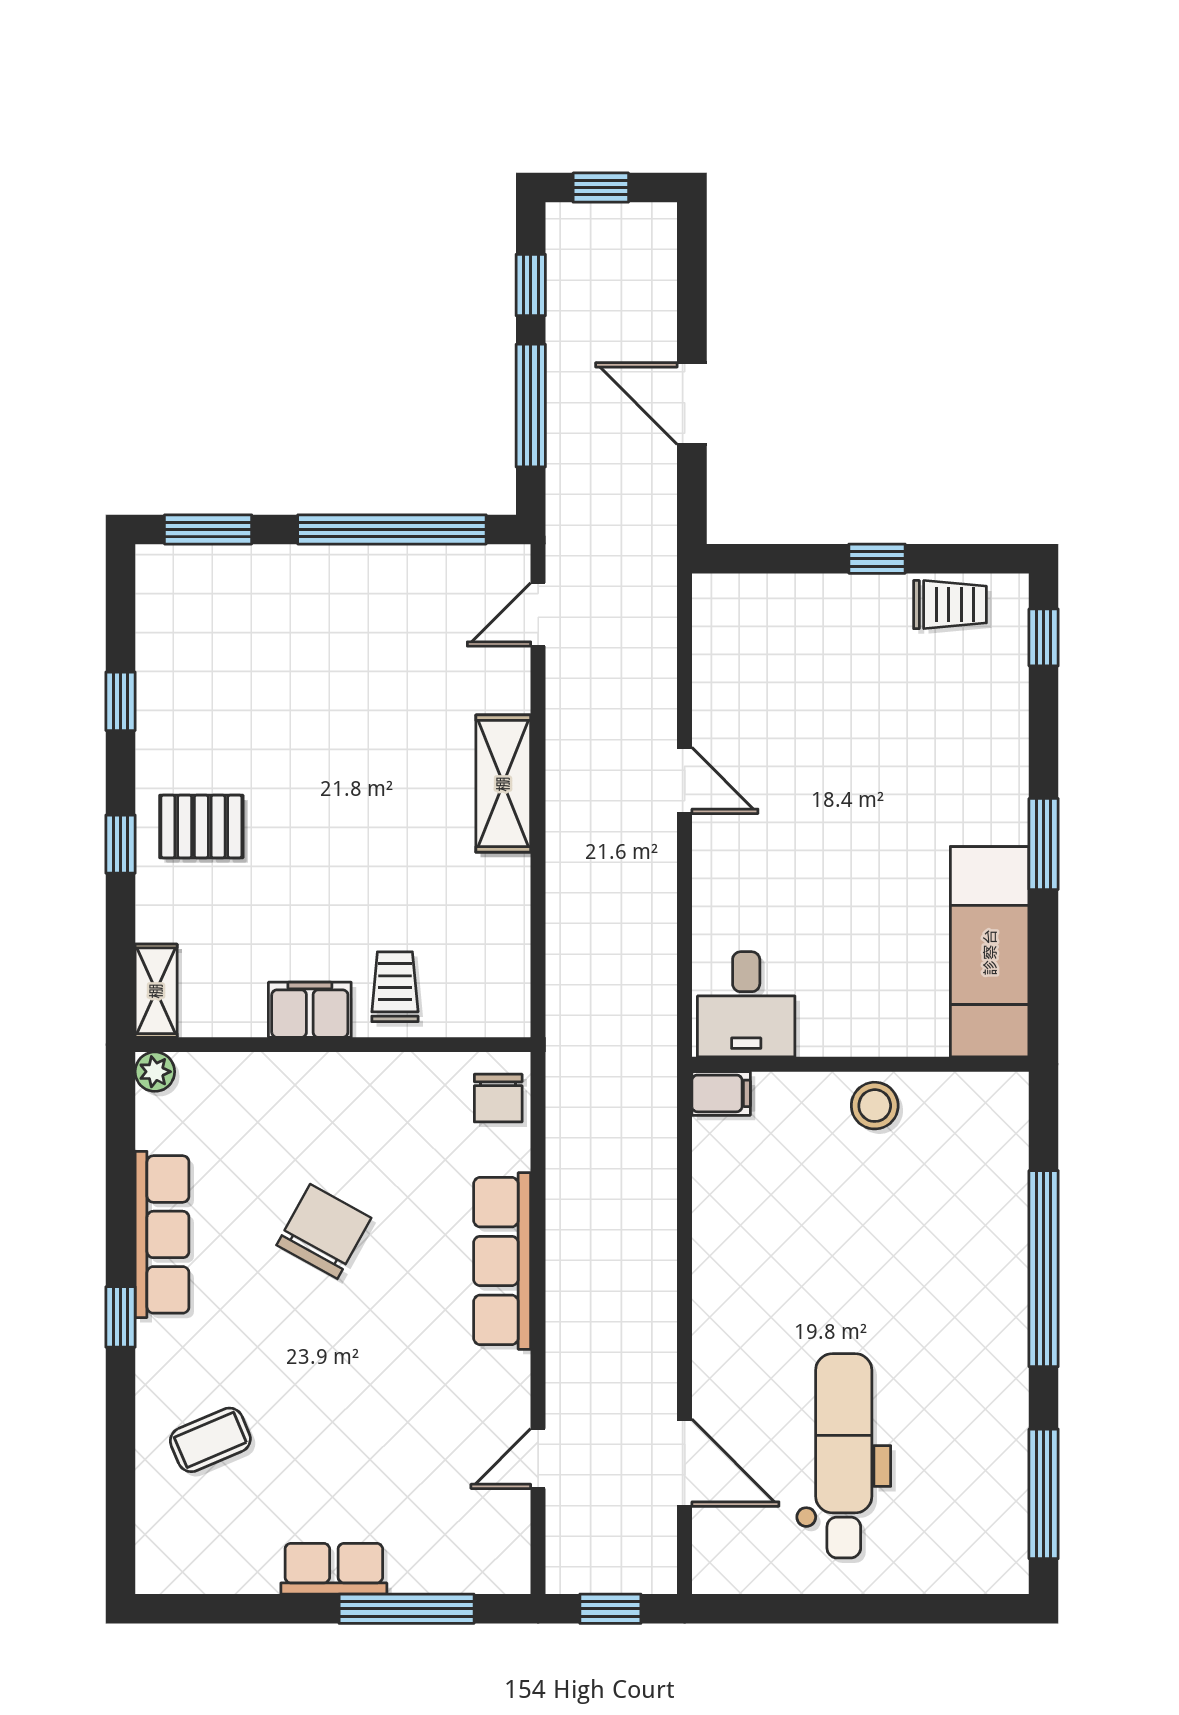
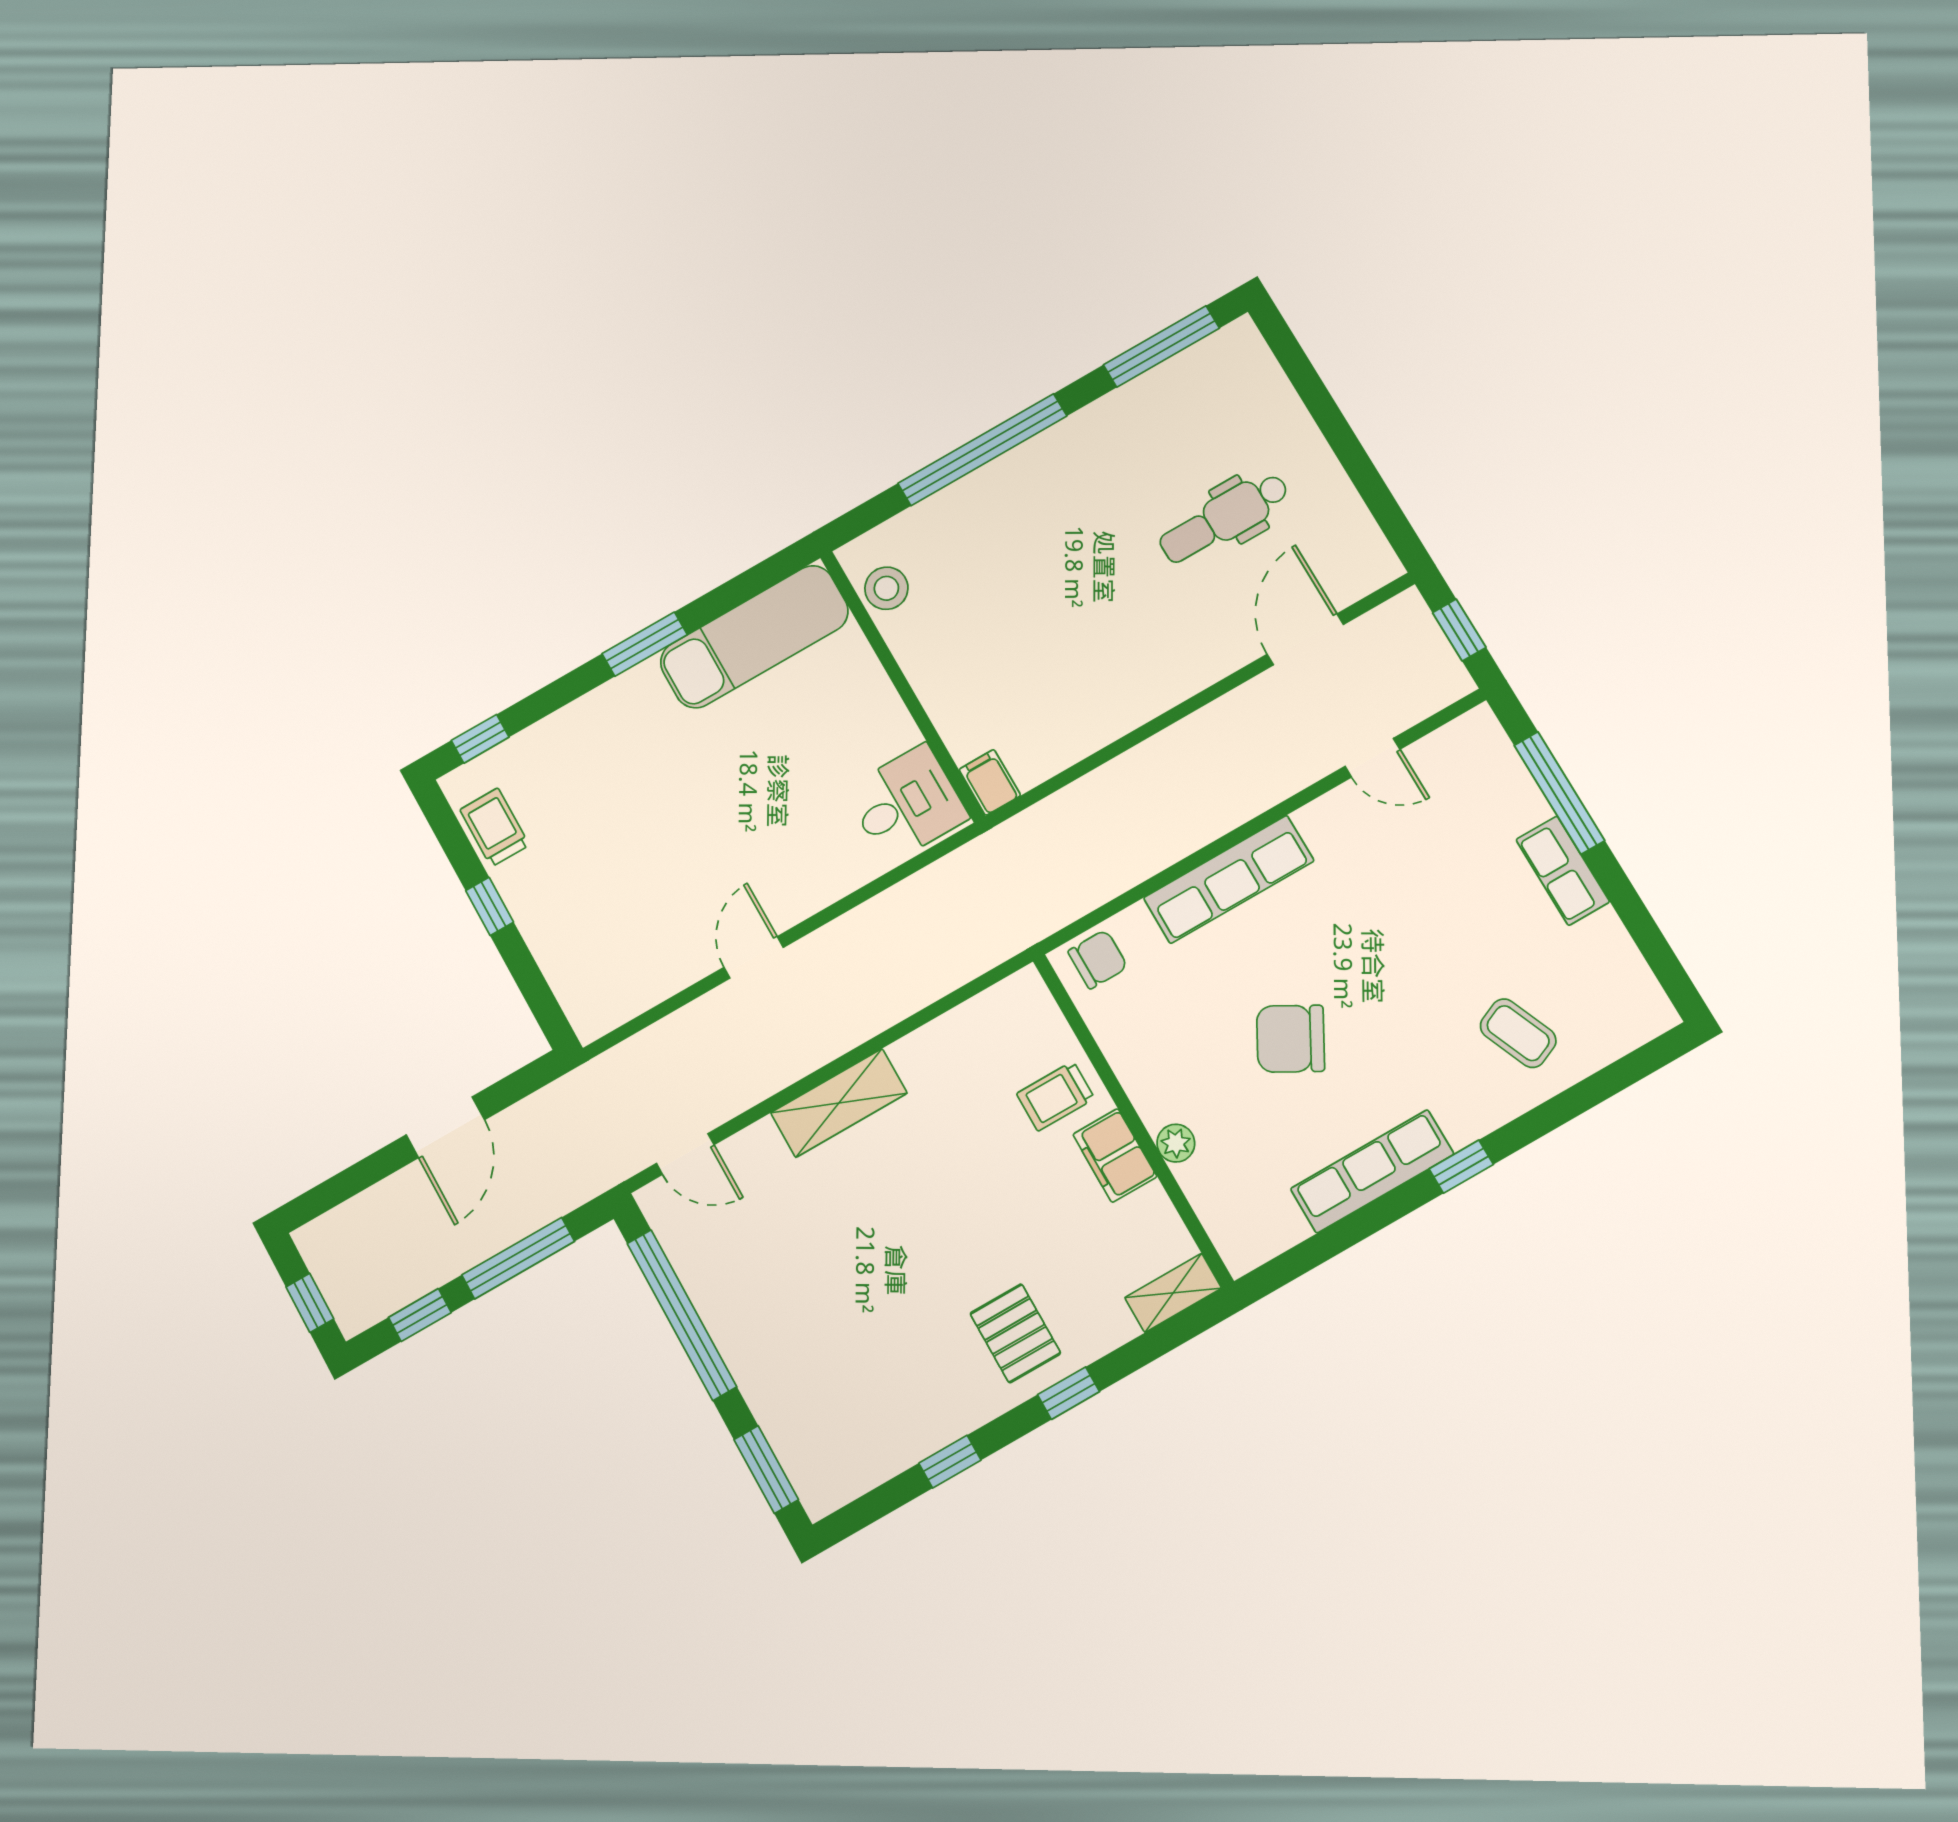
plant: (155, 1072) -> (1176, 1143), moved
stool: (875, 1106) -> (886, 588), moved
dental chair: (844, 1456) -> (1224, 518), width x0.73, depth x0.72

